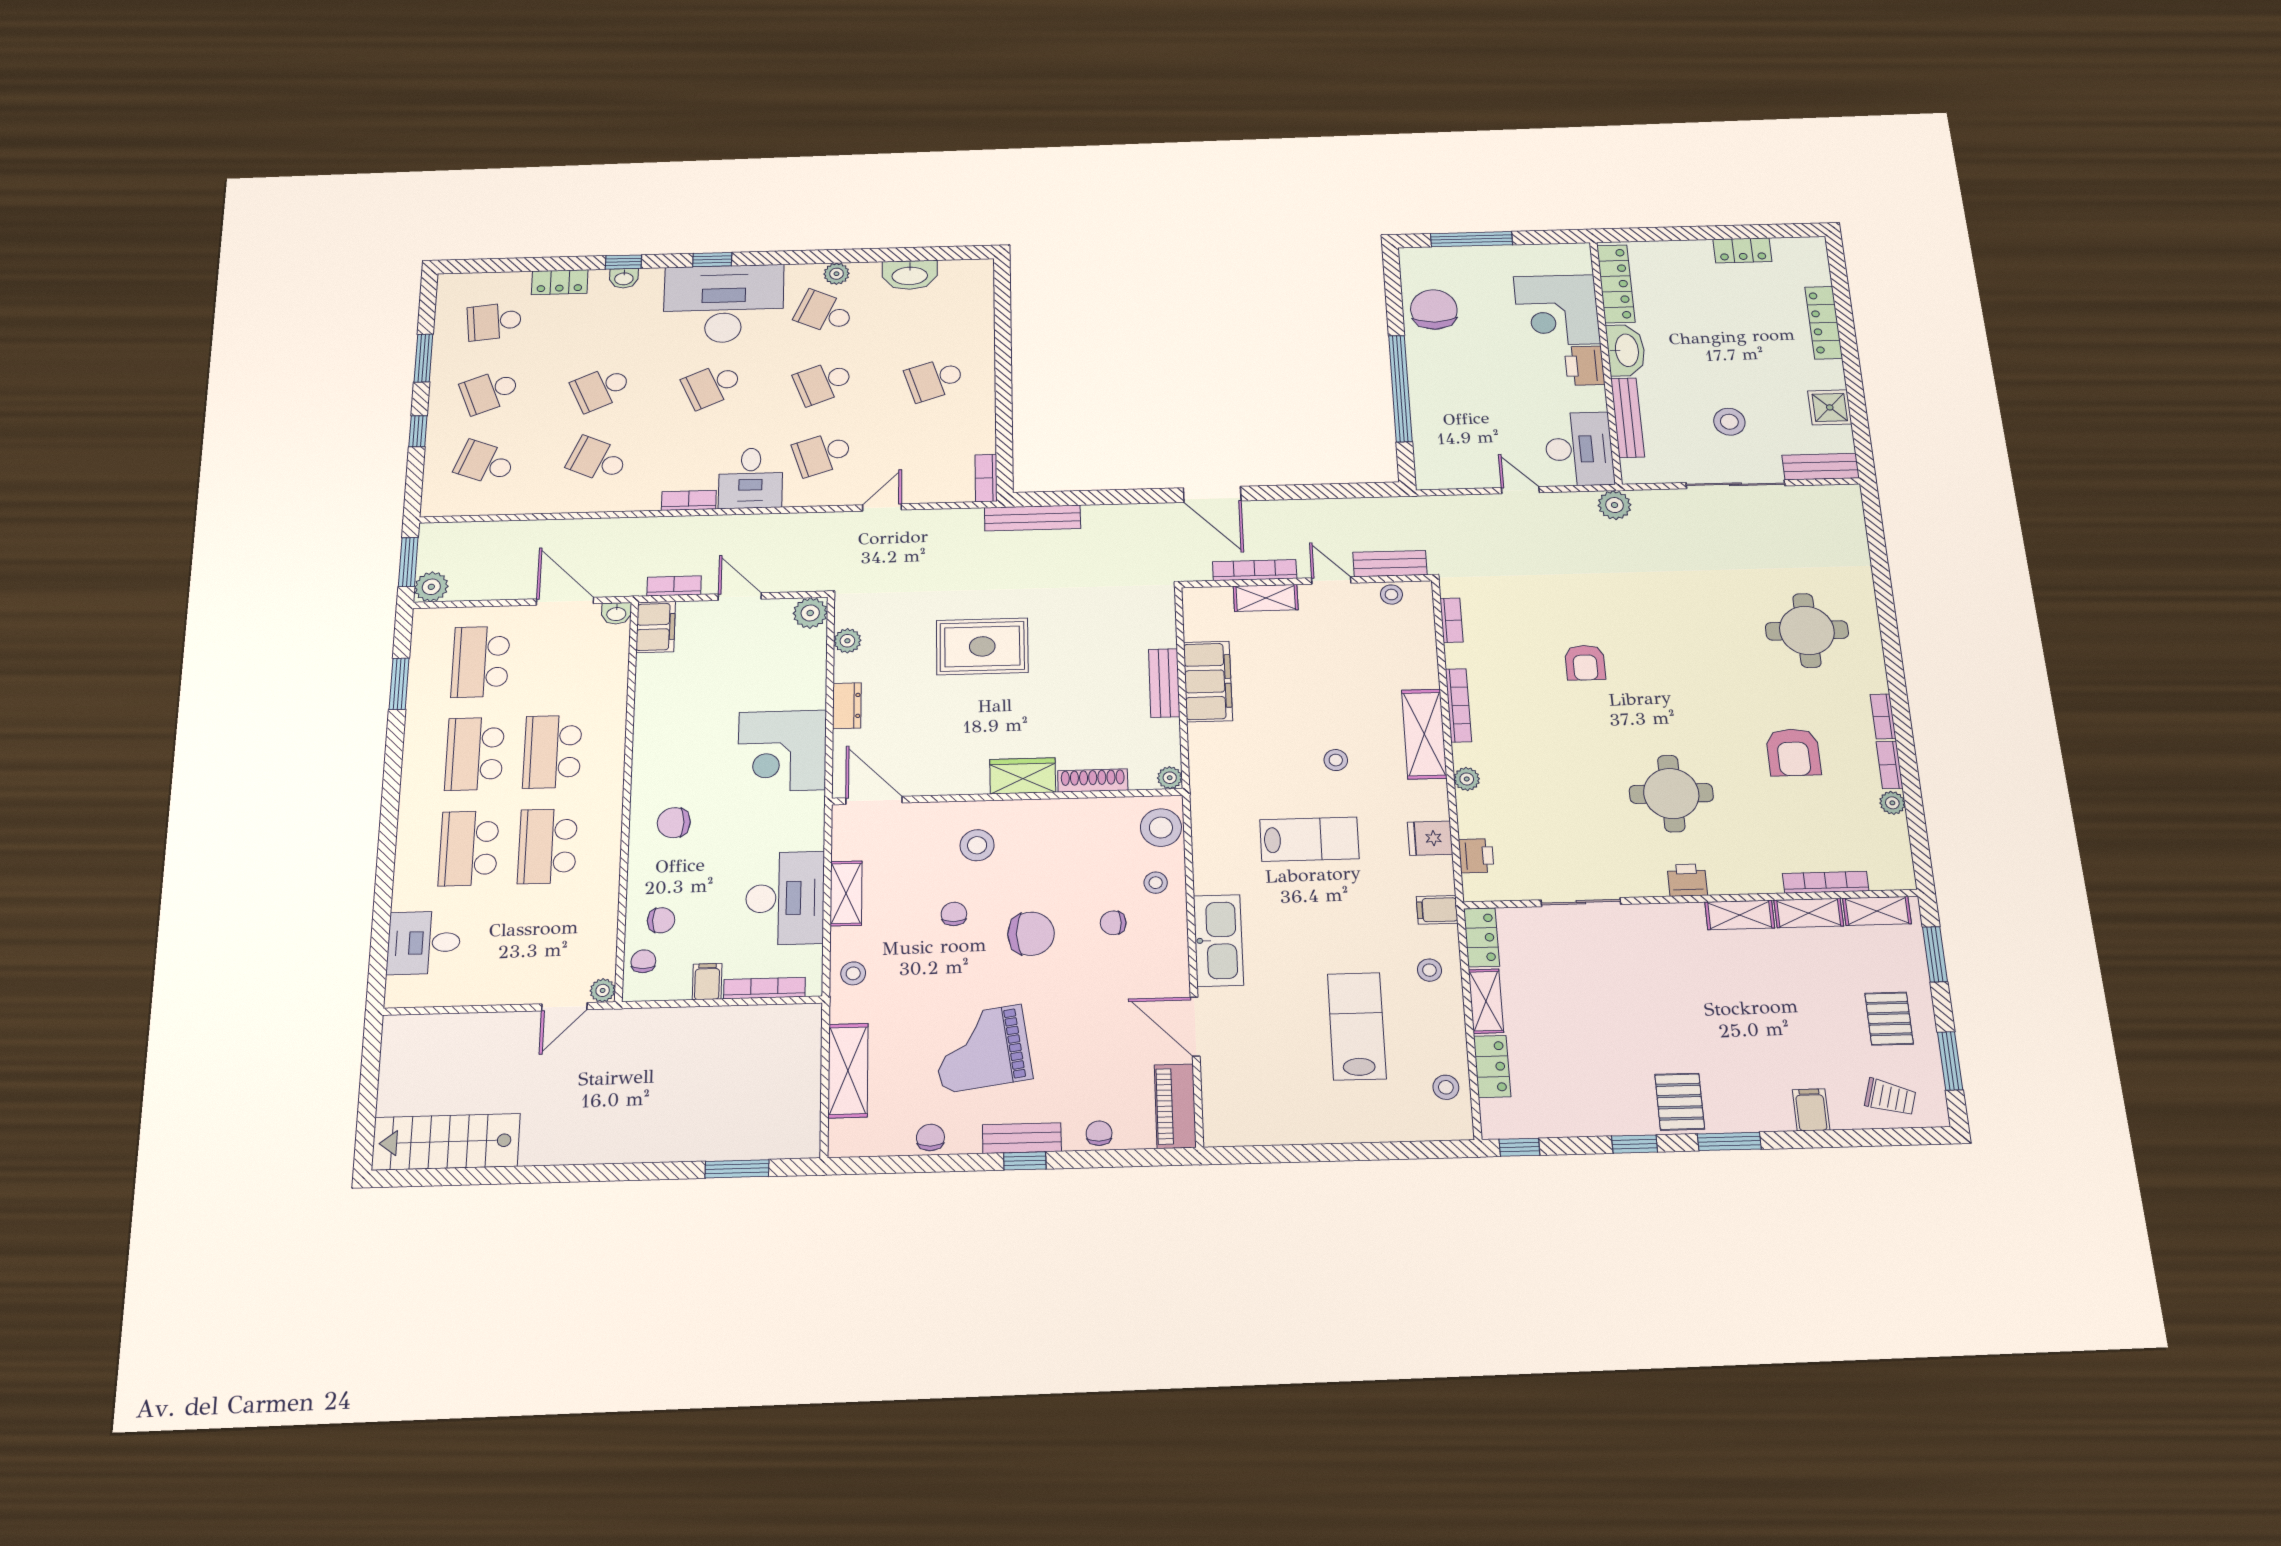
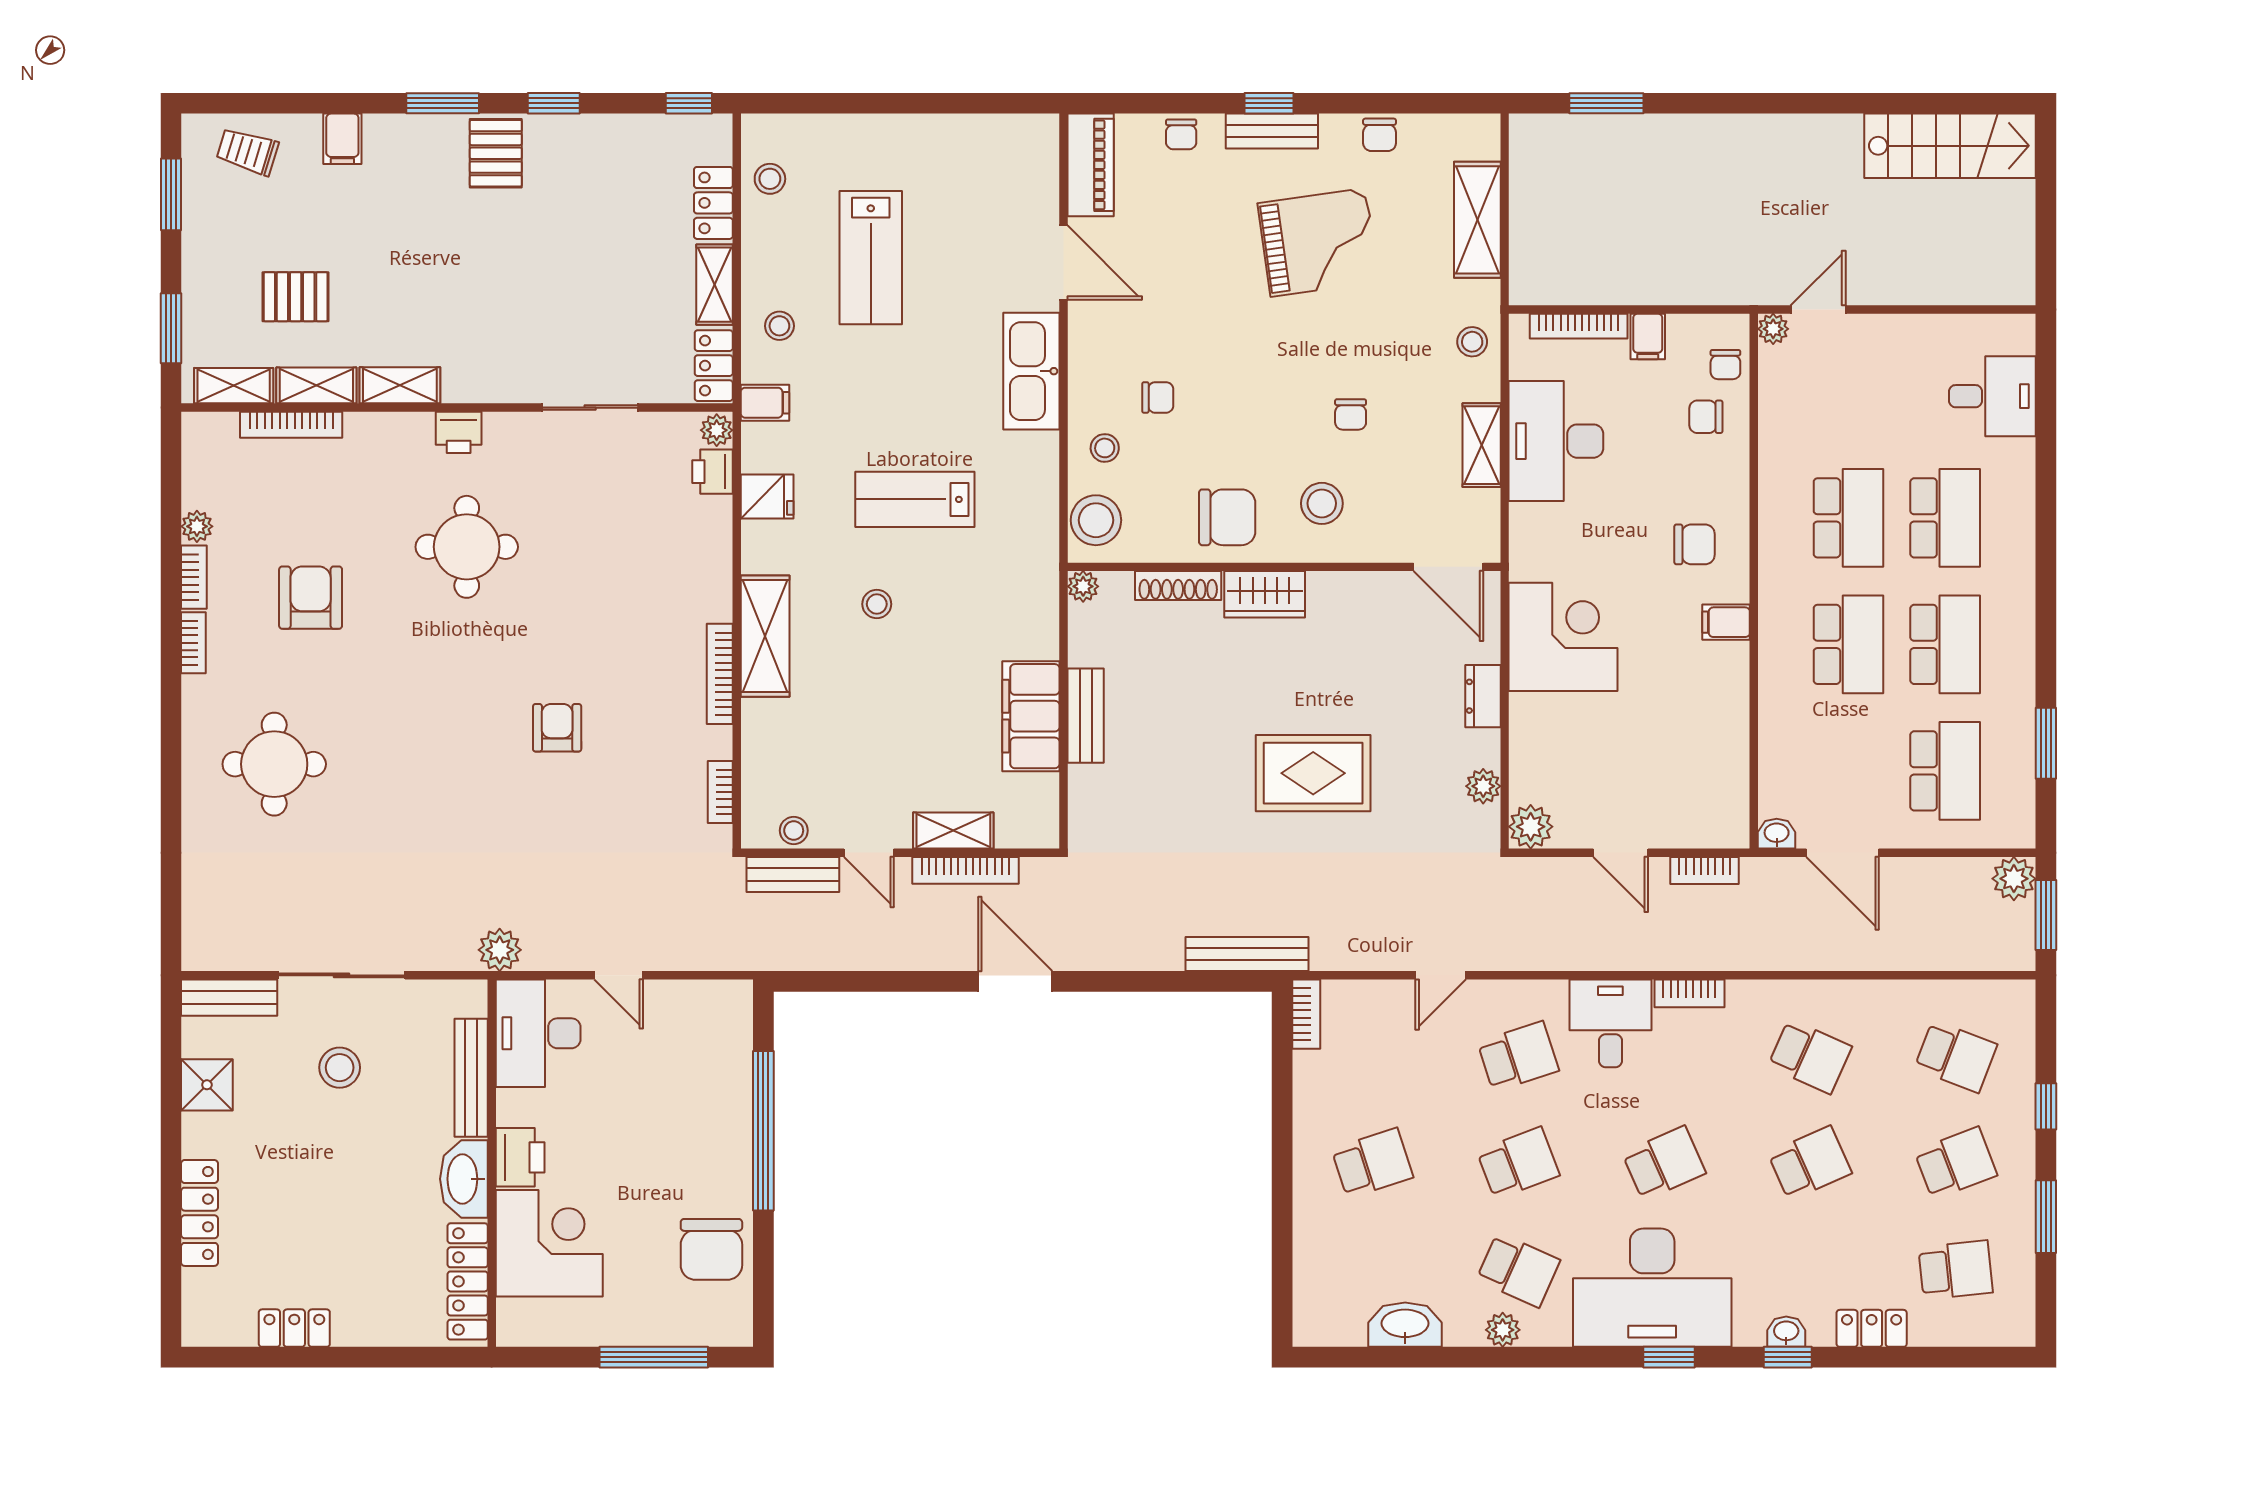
filing cabinet: (656, 627) -> (1726, 622), moved, width x0.50
plant: (1467, 779) -> (717, 430), moved
chair: (1031, 934) -> (1227, 517), moved, turned 180
pallet: (1889, 1019) -> (296, 297), moved, turned 90

